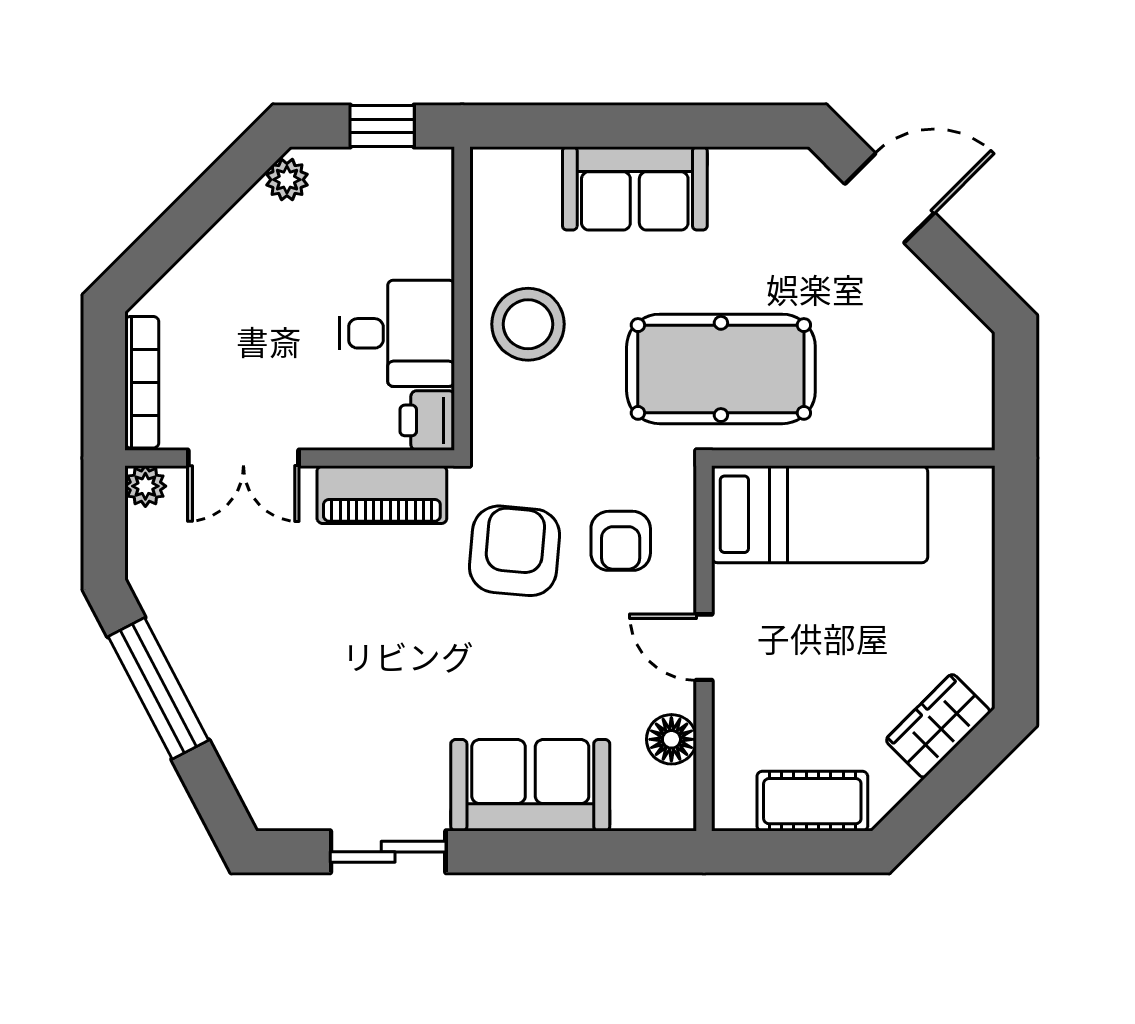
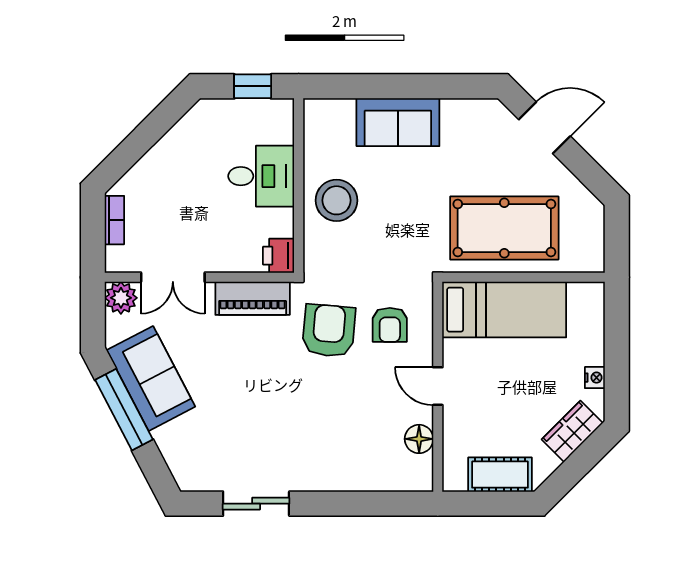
plant: (287, 180) -> (198, 117), removed
desk: (397, 333) -> (261, 176), moved
pool table: (721, 369) -> (504, 228), moved
bookcase: (142, 382) -> (114, 220), width x0.64
plant: (145, 486) -> (121, 298), width x1.38, depth x1.38
nightstand: (977, 633) -> (595, 378), added
sofa: (530, 785) -> (151, 378), moved, turned 62

